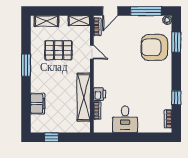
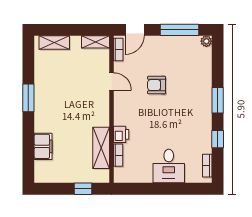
window: (176, 42) -> (218, 100), moved
armchair: (154, 47) -> (157, 85), moved, width x0.53, depth x0.53
pallet: (58, 50) -> (69, 79), removed
shelving: (84, 97) -> (101, 148), width x0.68
desk: (125, 119) -> (169, 166), moved
window: (51, 137) -> (83, 189), moved

